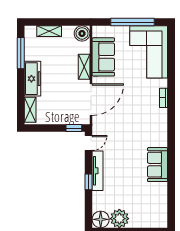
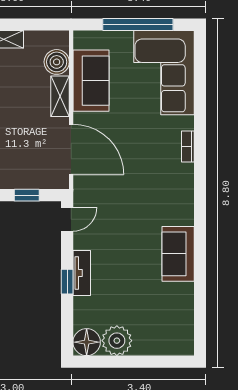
boiler: (82, 33) -> (57, 62), moved
door: (91, 100) -> (71, 149), hinge flipped
window: (74, 128) -> (27, 195), moved
tv unit: (98, 171) -> (82, 273), width x0.71

